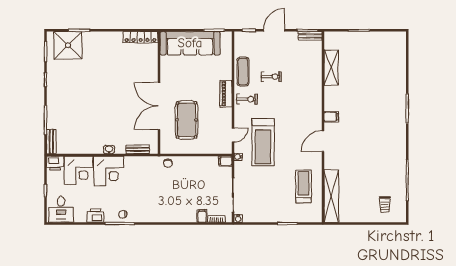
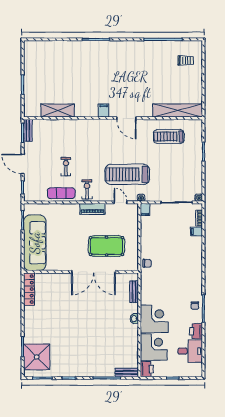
piano: (226, 94) -> (92, 209), moved
treadmill: (263, 142) -> (127, 174), turned 180
desk: (61, 209) -> (190, 351), moved

